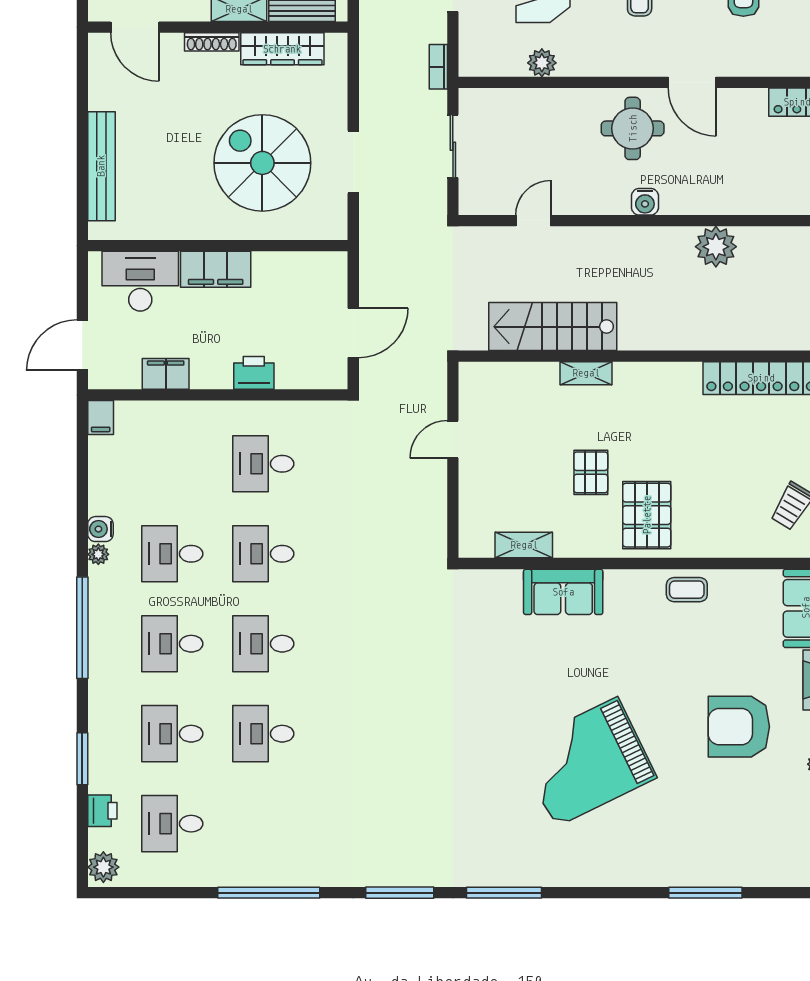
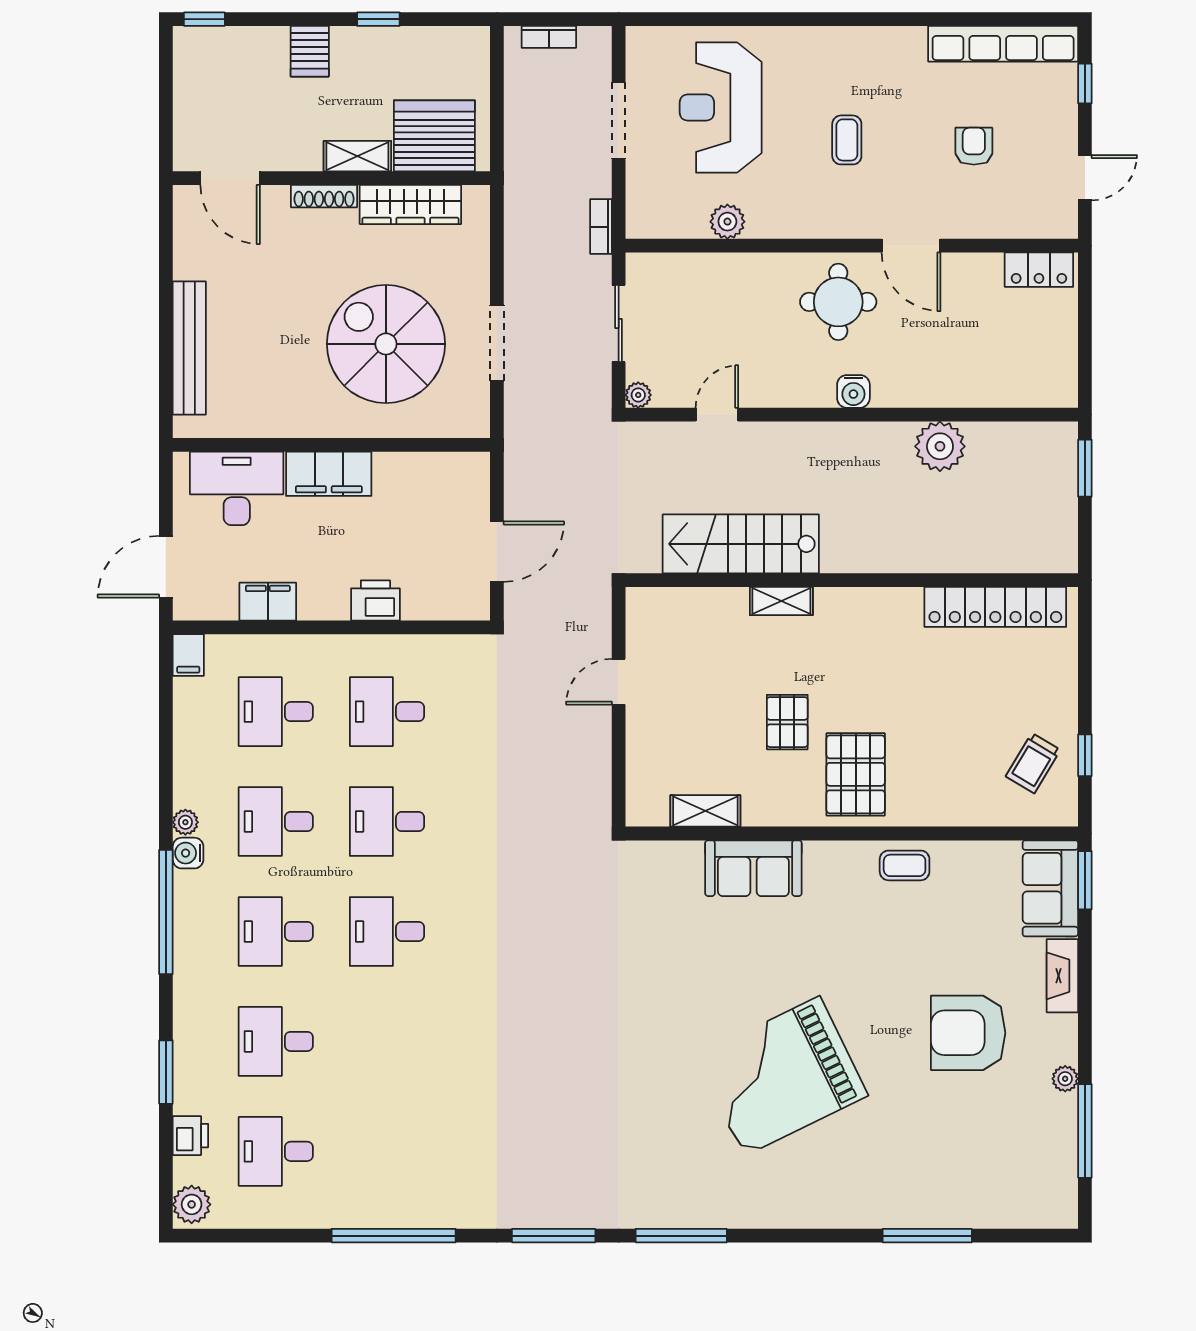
plant: (469, 205) -> (638, 395), added
water cooler: (100, 529) -> (188, 853), moved
desk: (263, 734) -> (276, 712), moved

